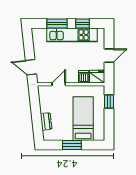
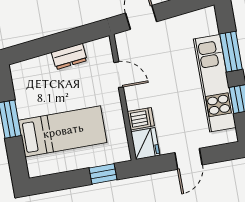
door: (109, 56) -> (188, 159), hinge flipped
dresser: (46, 121) -> (69, 56), moved

